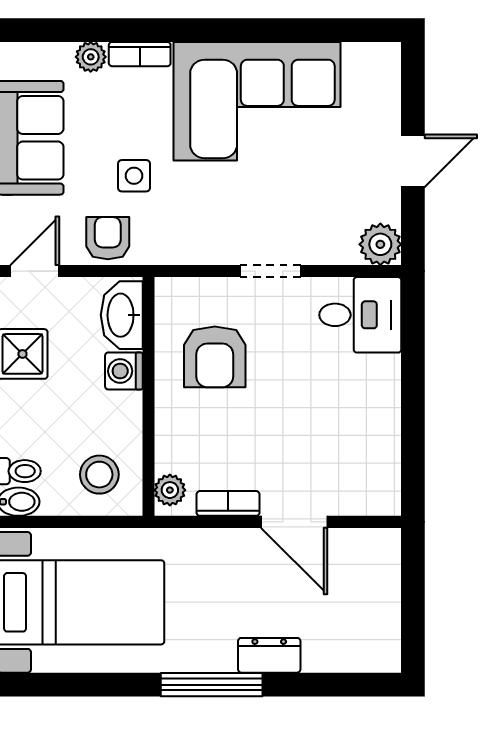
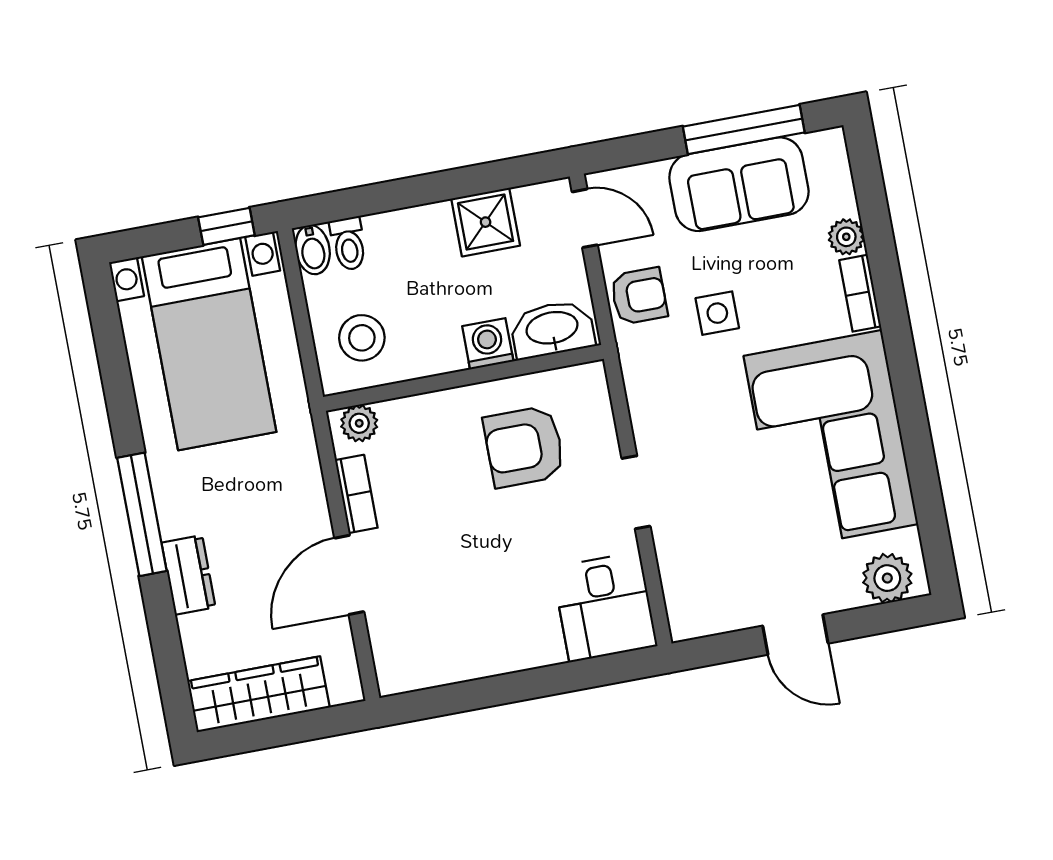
plant: (380, 244) -> (887, 578), moved
wardrobe: (379, 616) -> (259, 694), added

